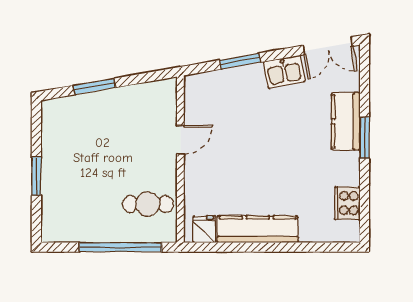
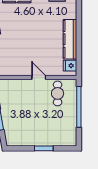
door: (180, 140) -> (39, 77), moved

